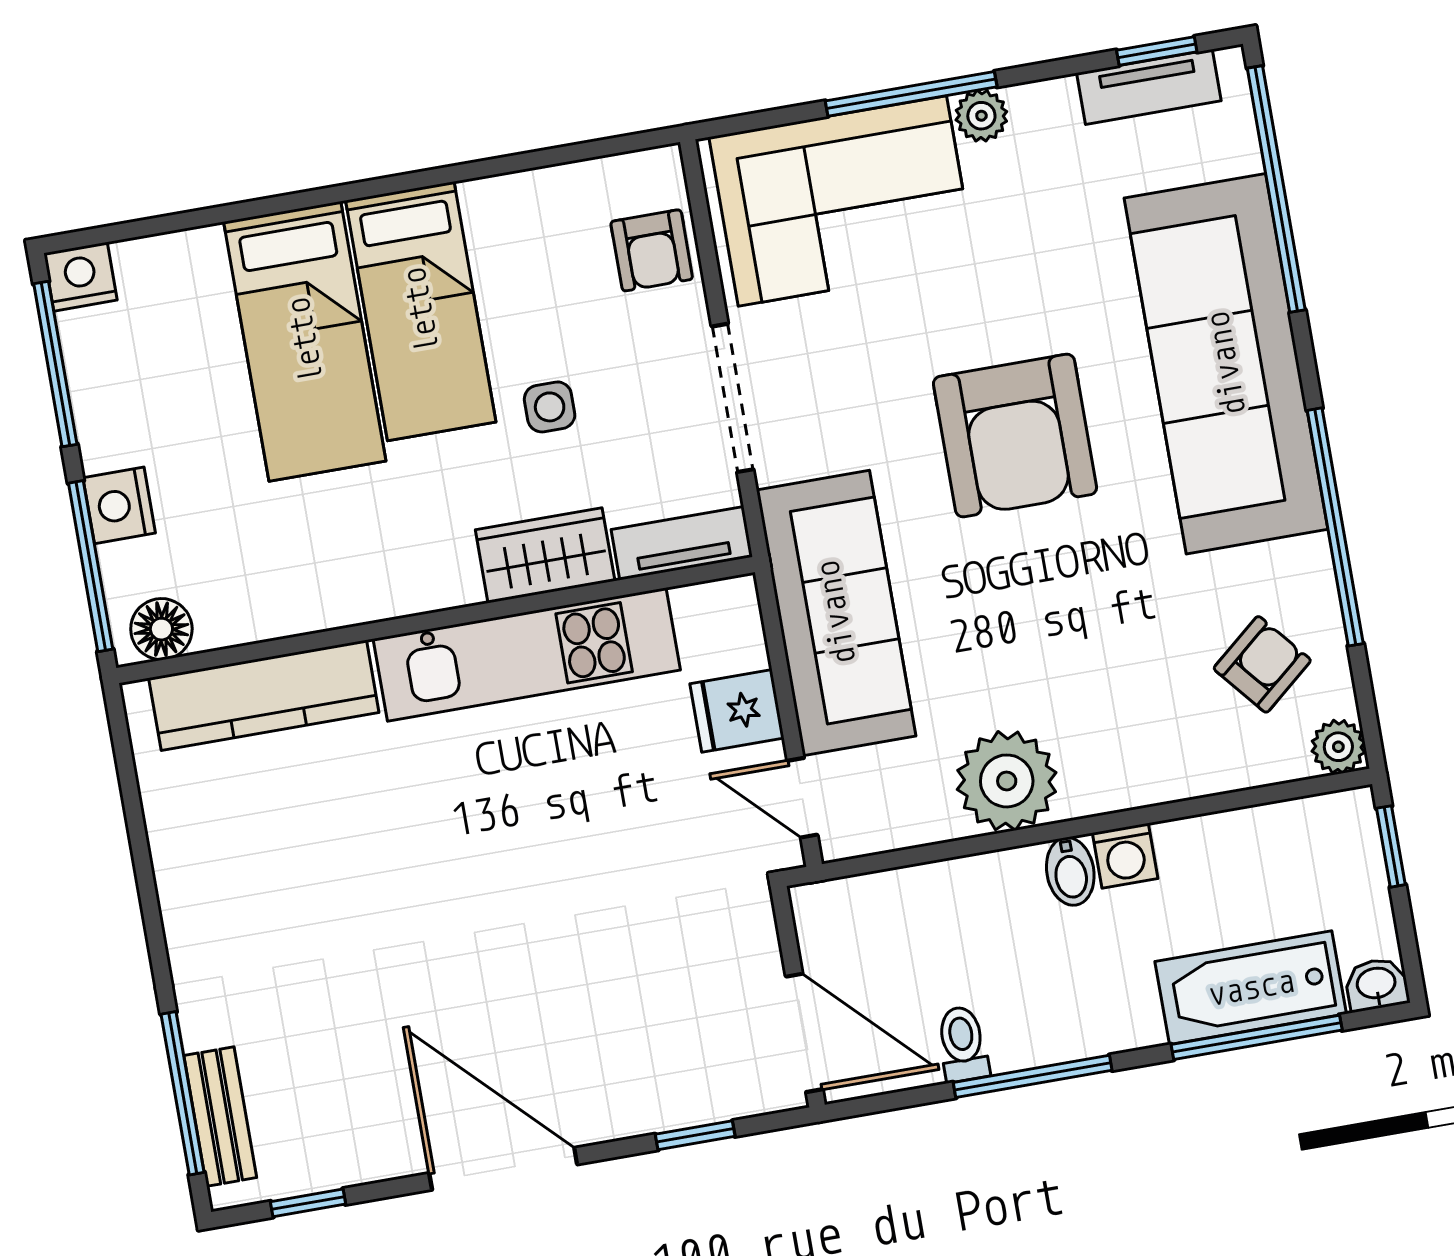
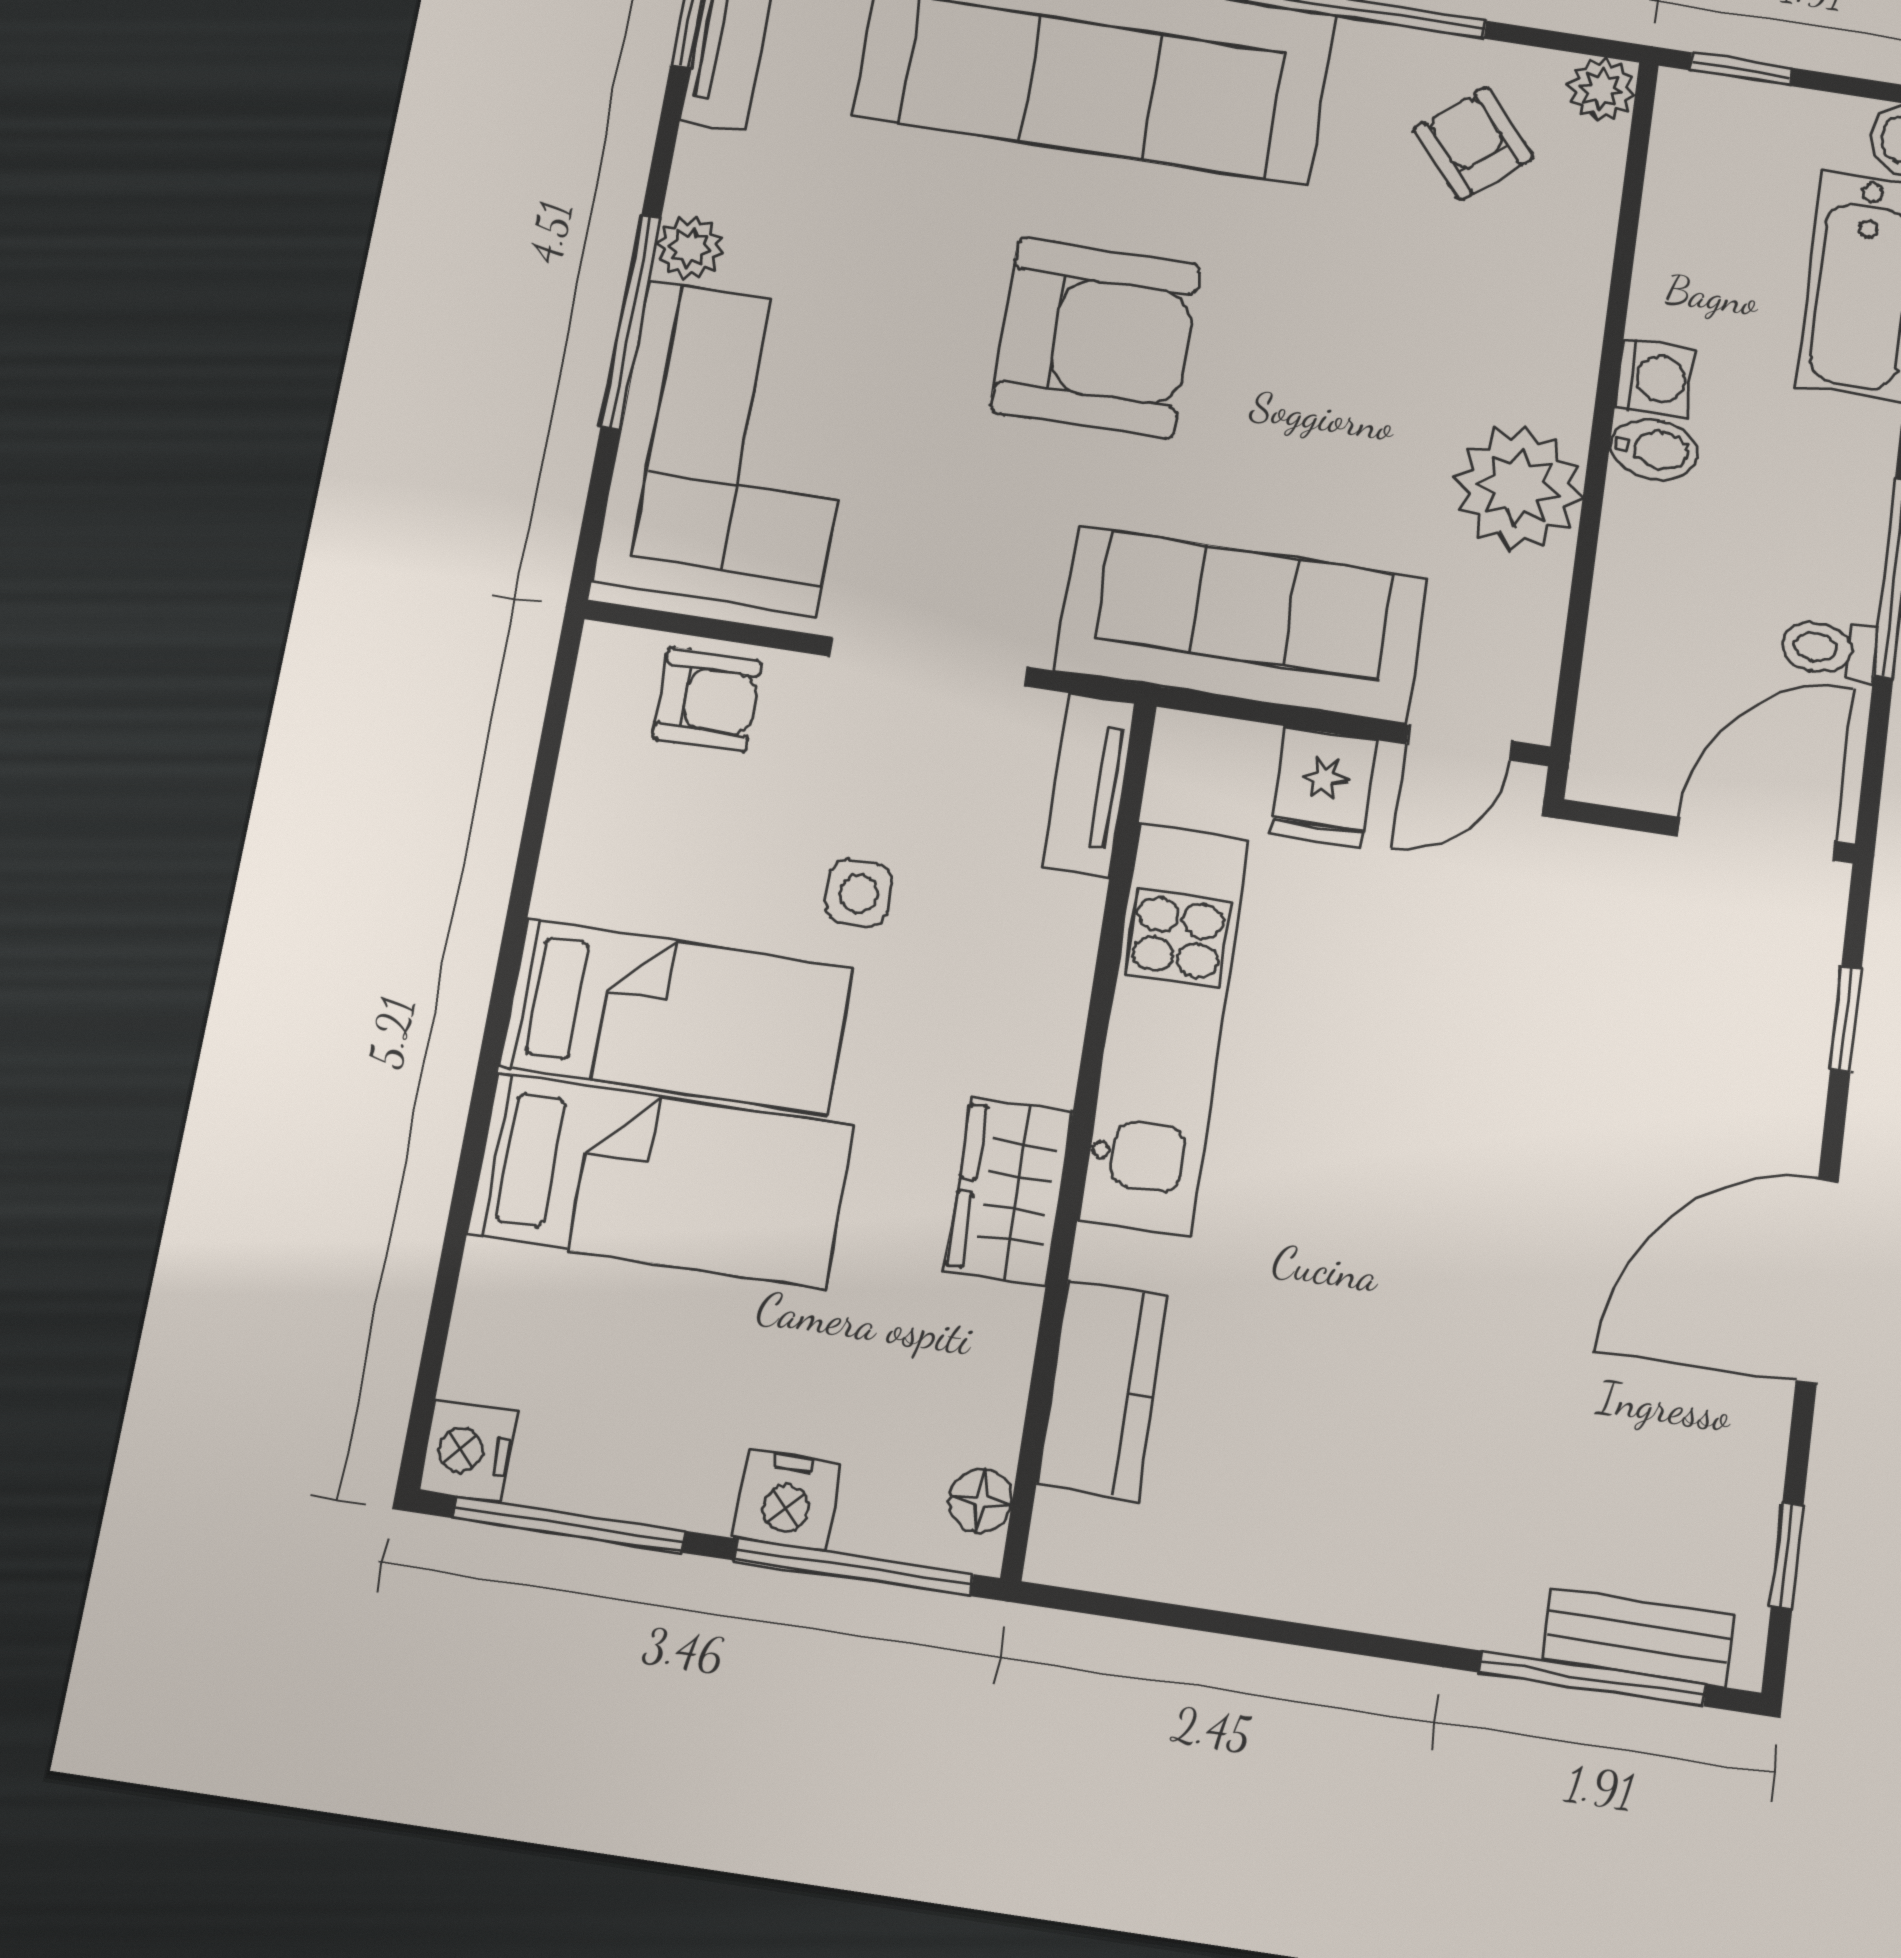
wardrobe: (545, 555) -> (1009, 1191), moved
floor lamp: (161, 629) -> (981, 1501), width x0.73, depth x0.73
kitchen counter: (264, 695) -> (1102, 1390), width x0.67

